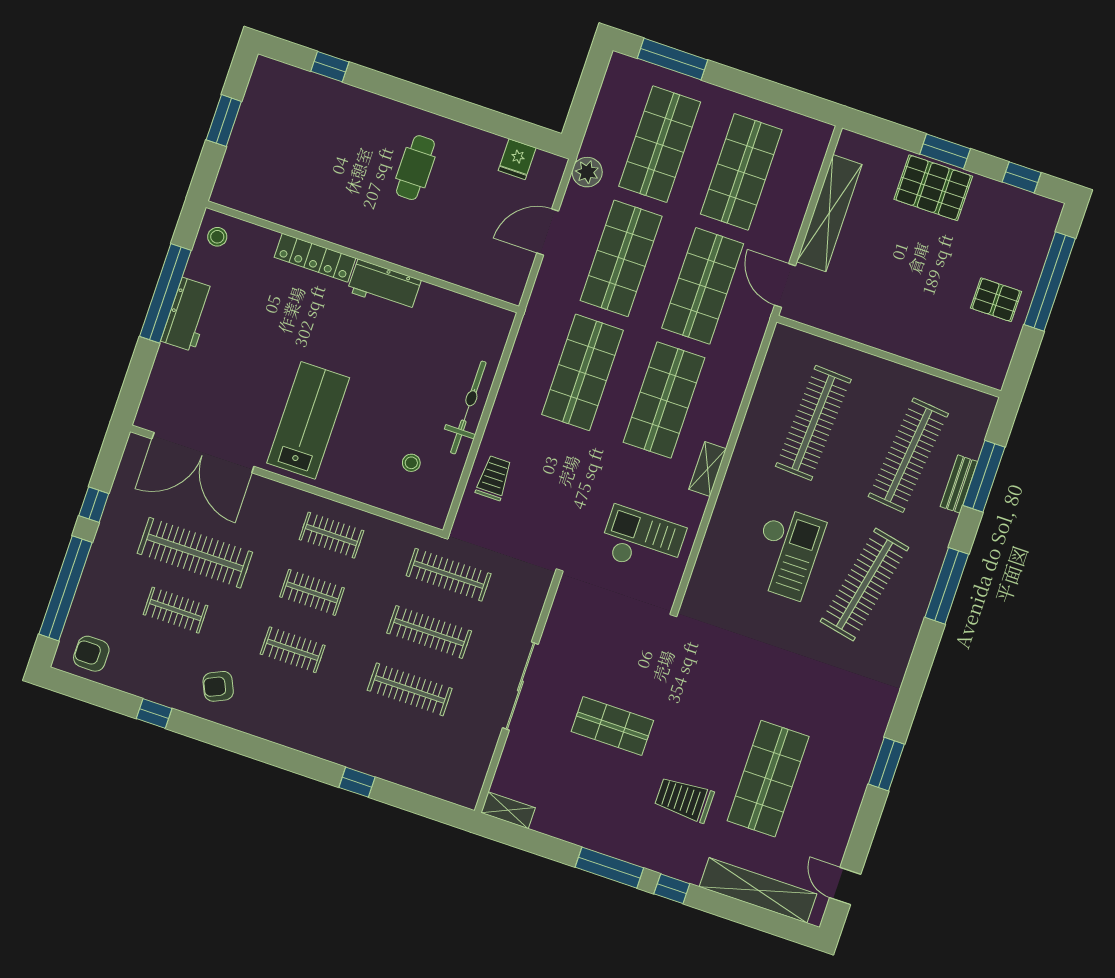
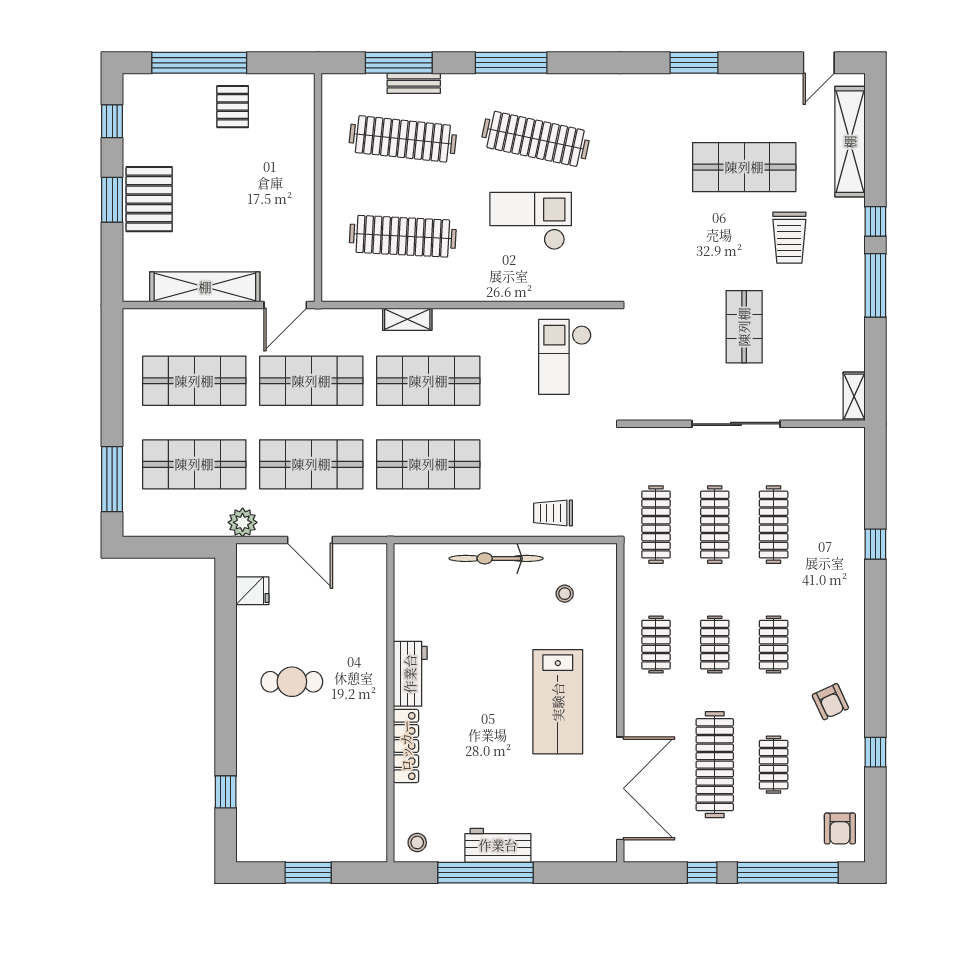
lab bench: (308, 420) -> (558, 702), turned -90
shelving: (708, 469) -> (407, 319), moved

